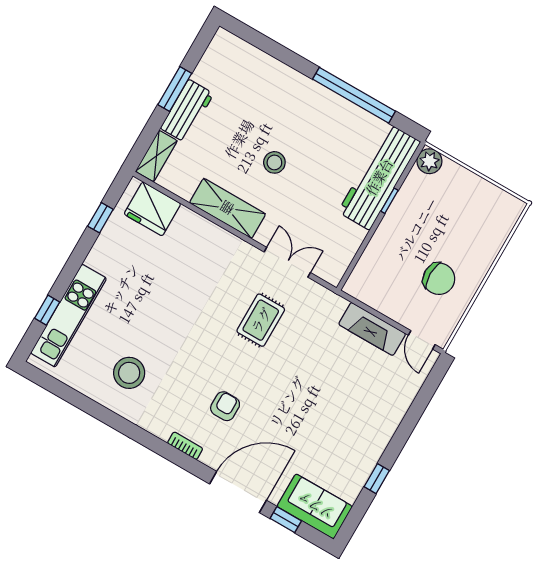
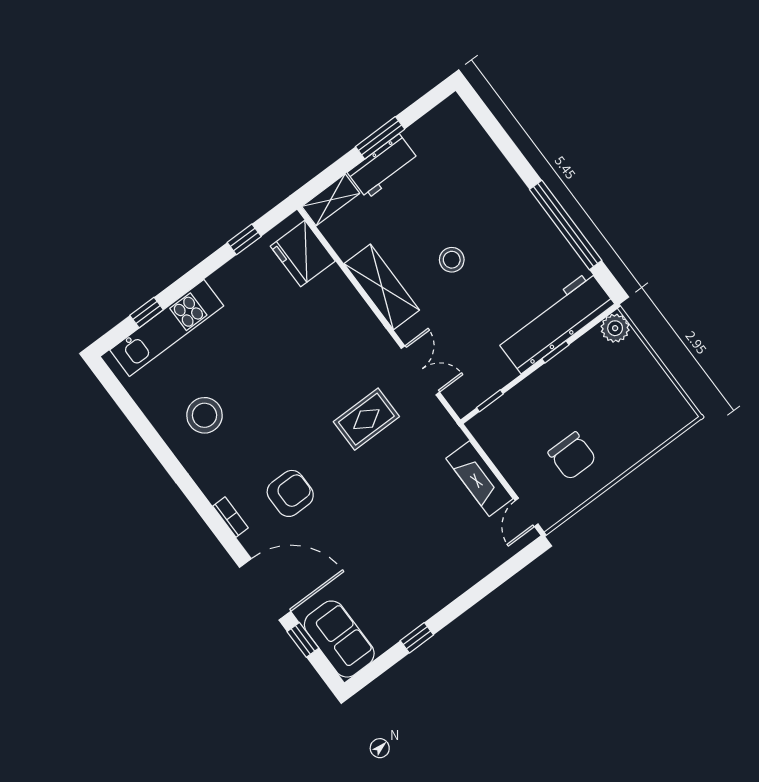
window: (354, 263) -> (490, 401), added
armchair: (225, 406) -> (290, 493), width x1.38, depth x1.38

